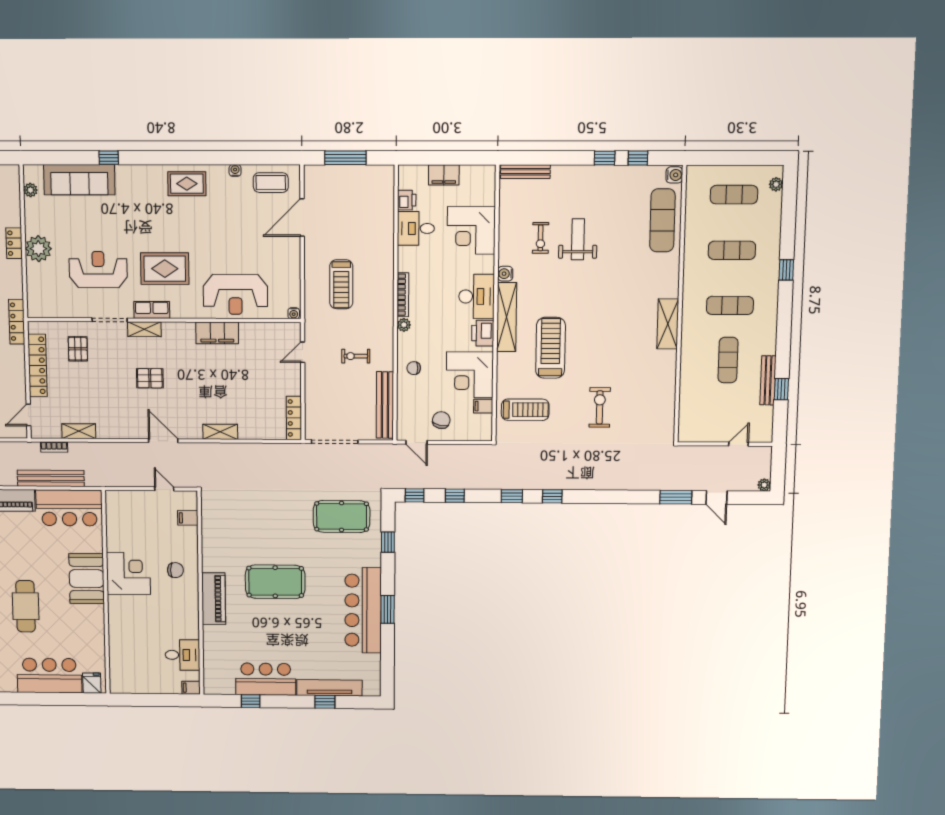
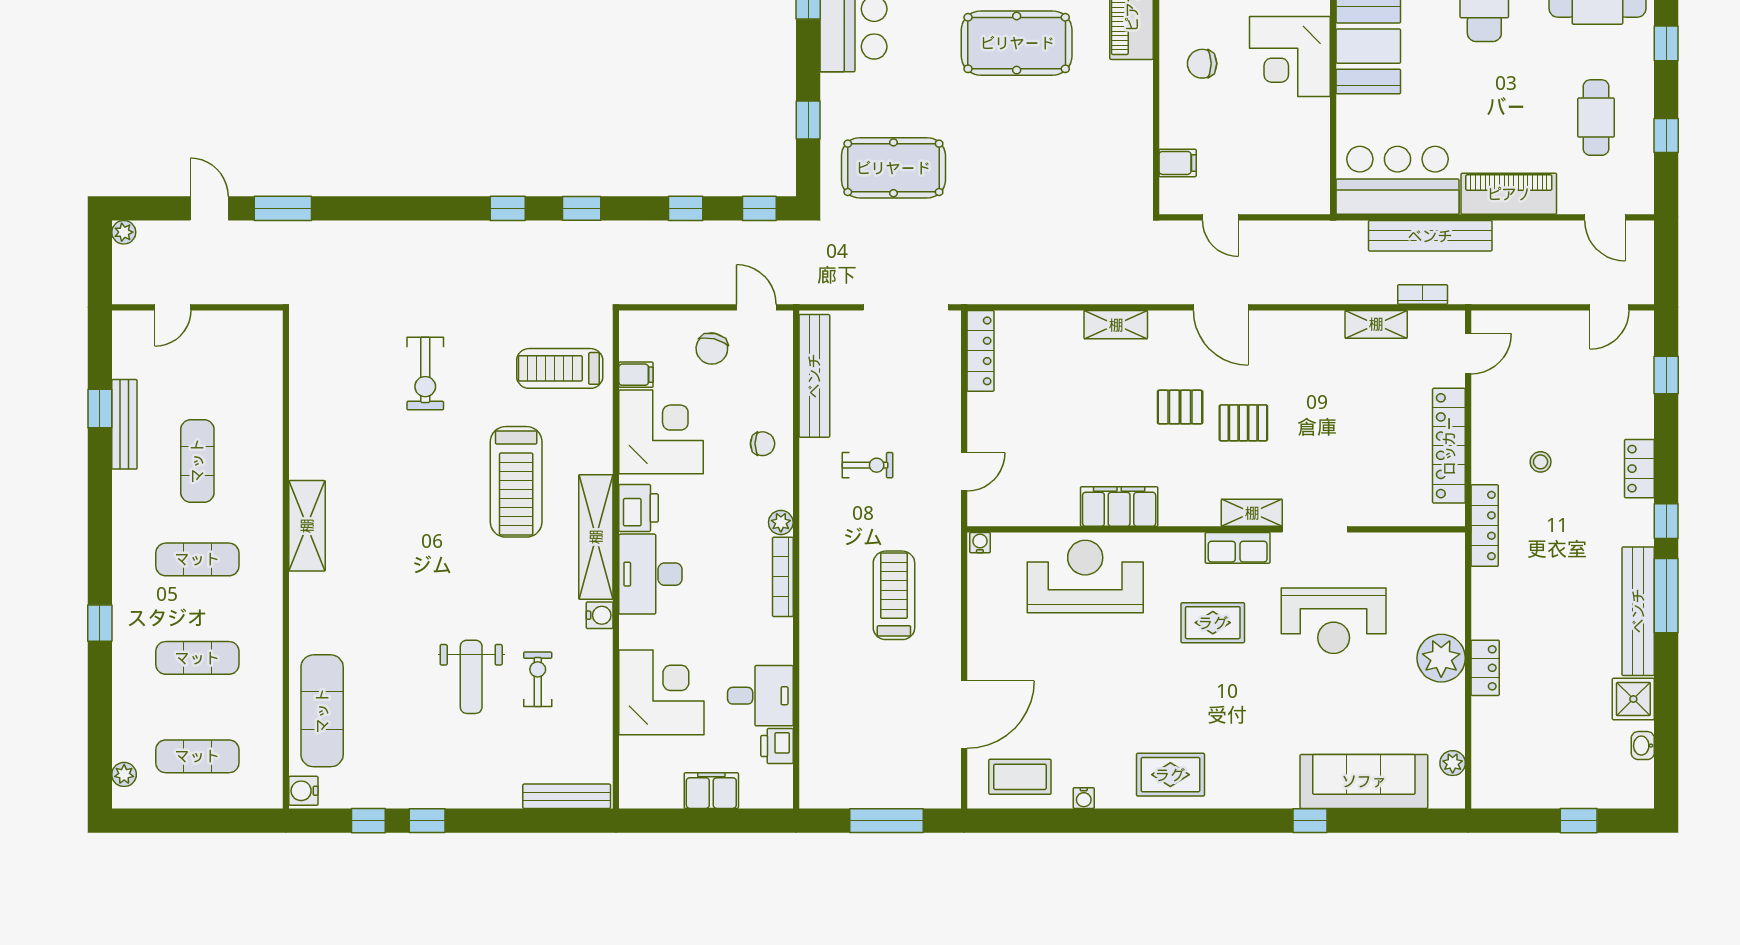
rug: (165, 269) -> (1213, 623), width x0.73, depth x0.70
pallet: (78, 349) -> (1180, 407), moved, turned 90

